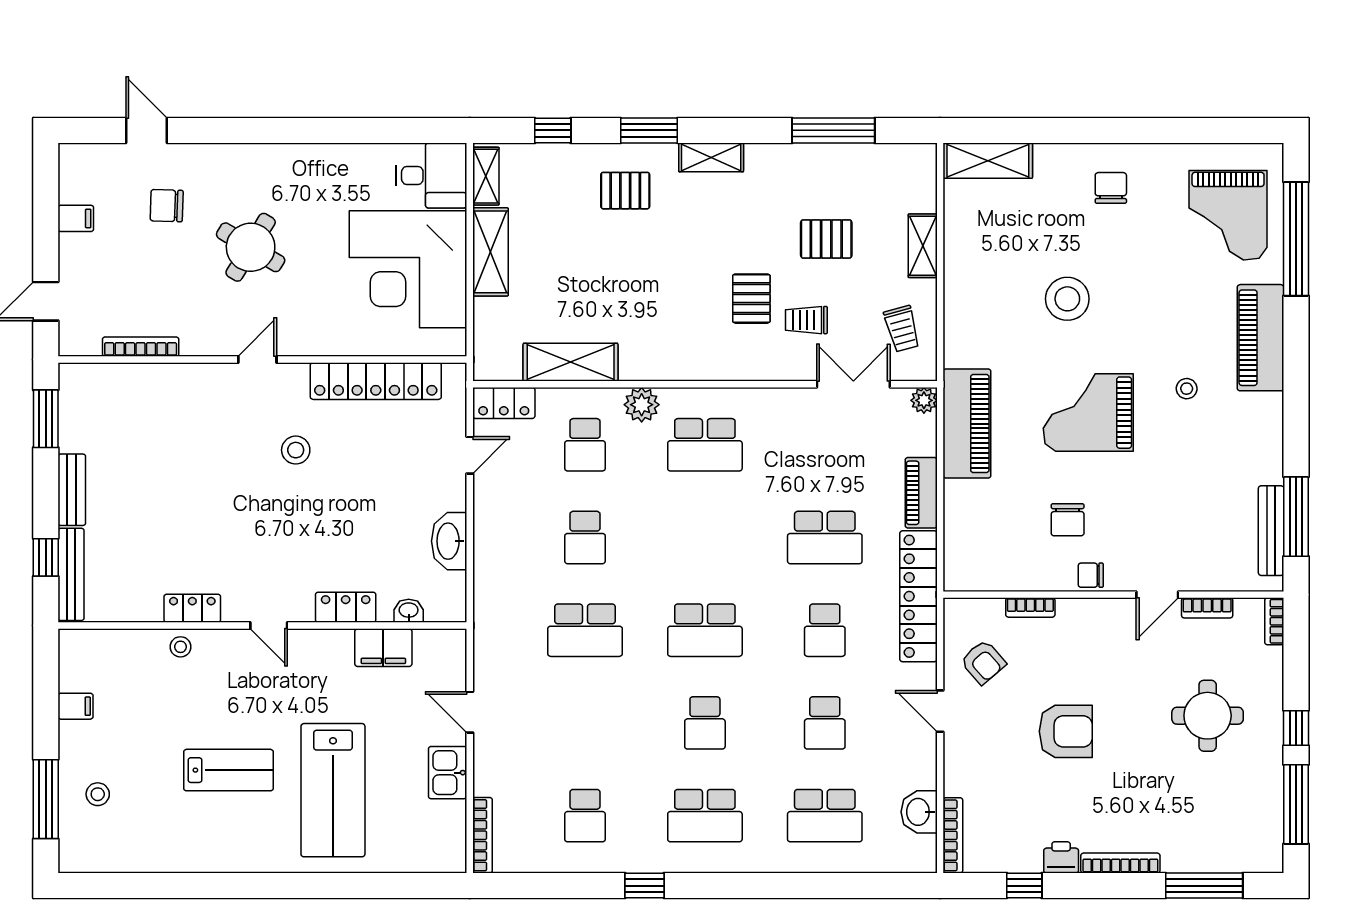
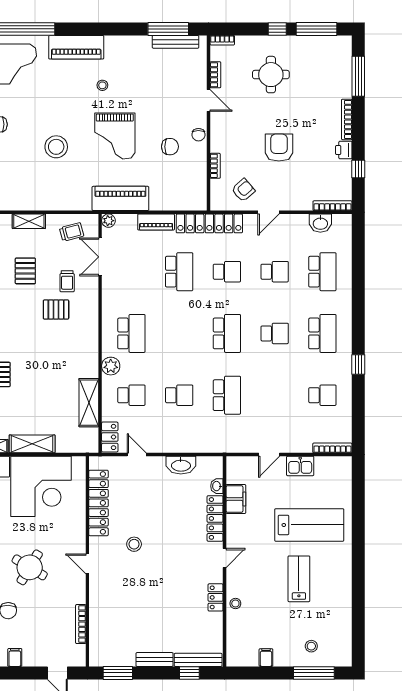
locker: (346, 607) -> (215, 518), width x1.53

